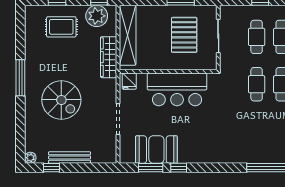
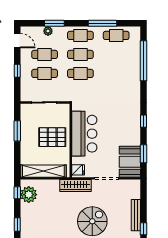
rug: (61, 27) -> (37, 221), removed
pallet: (184, 35) -> (52, 137), moved
wardrobe: (109, 57) -> (76, 186), moved
booth: (156, 149) -> (130, 162), moved
window: (179, 168) -> (144, 121), moved

